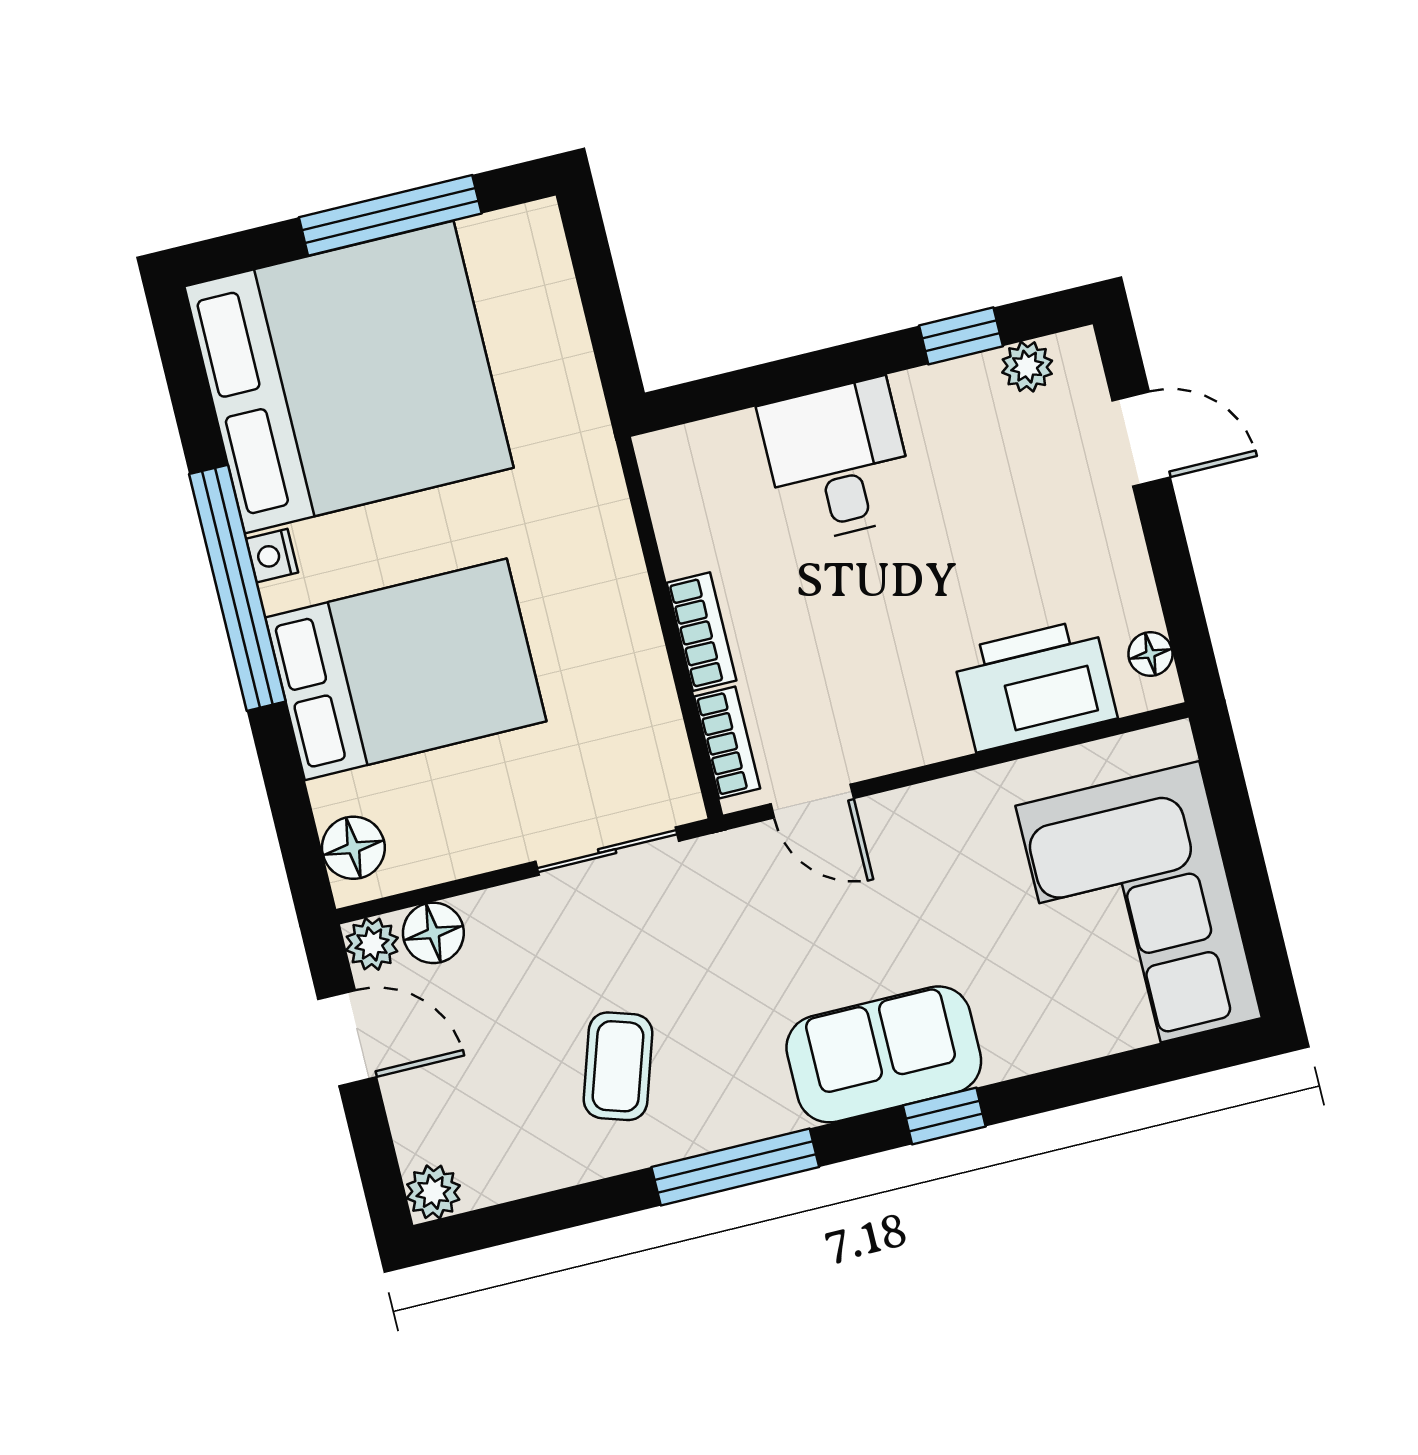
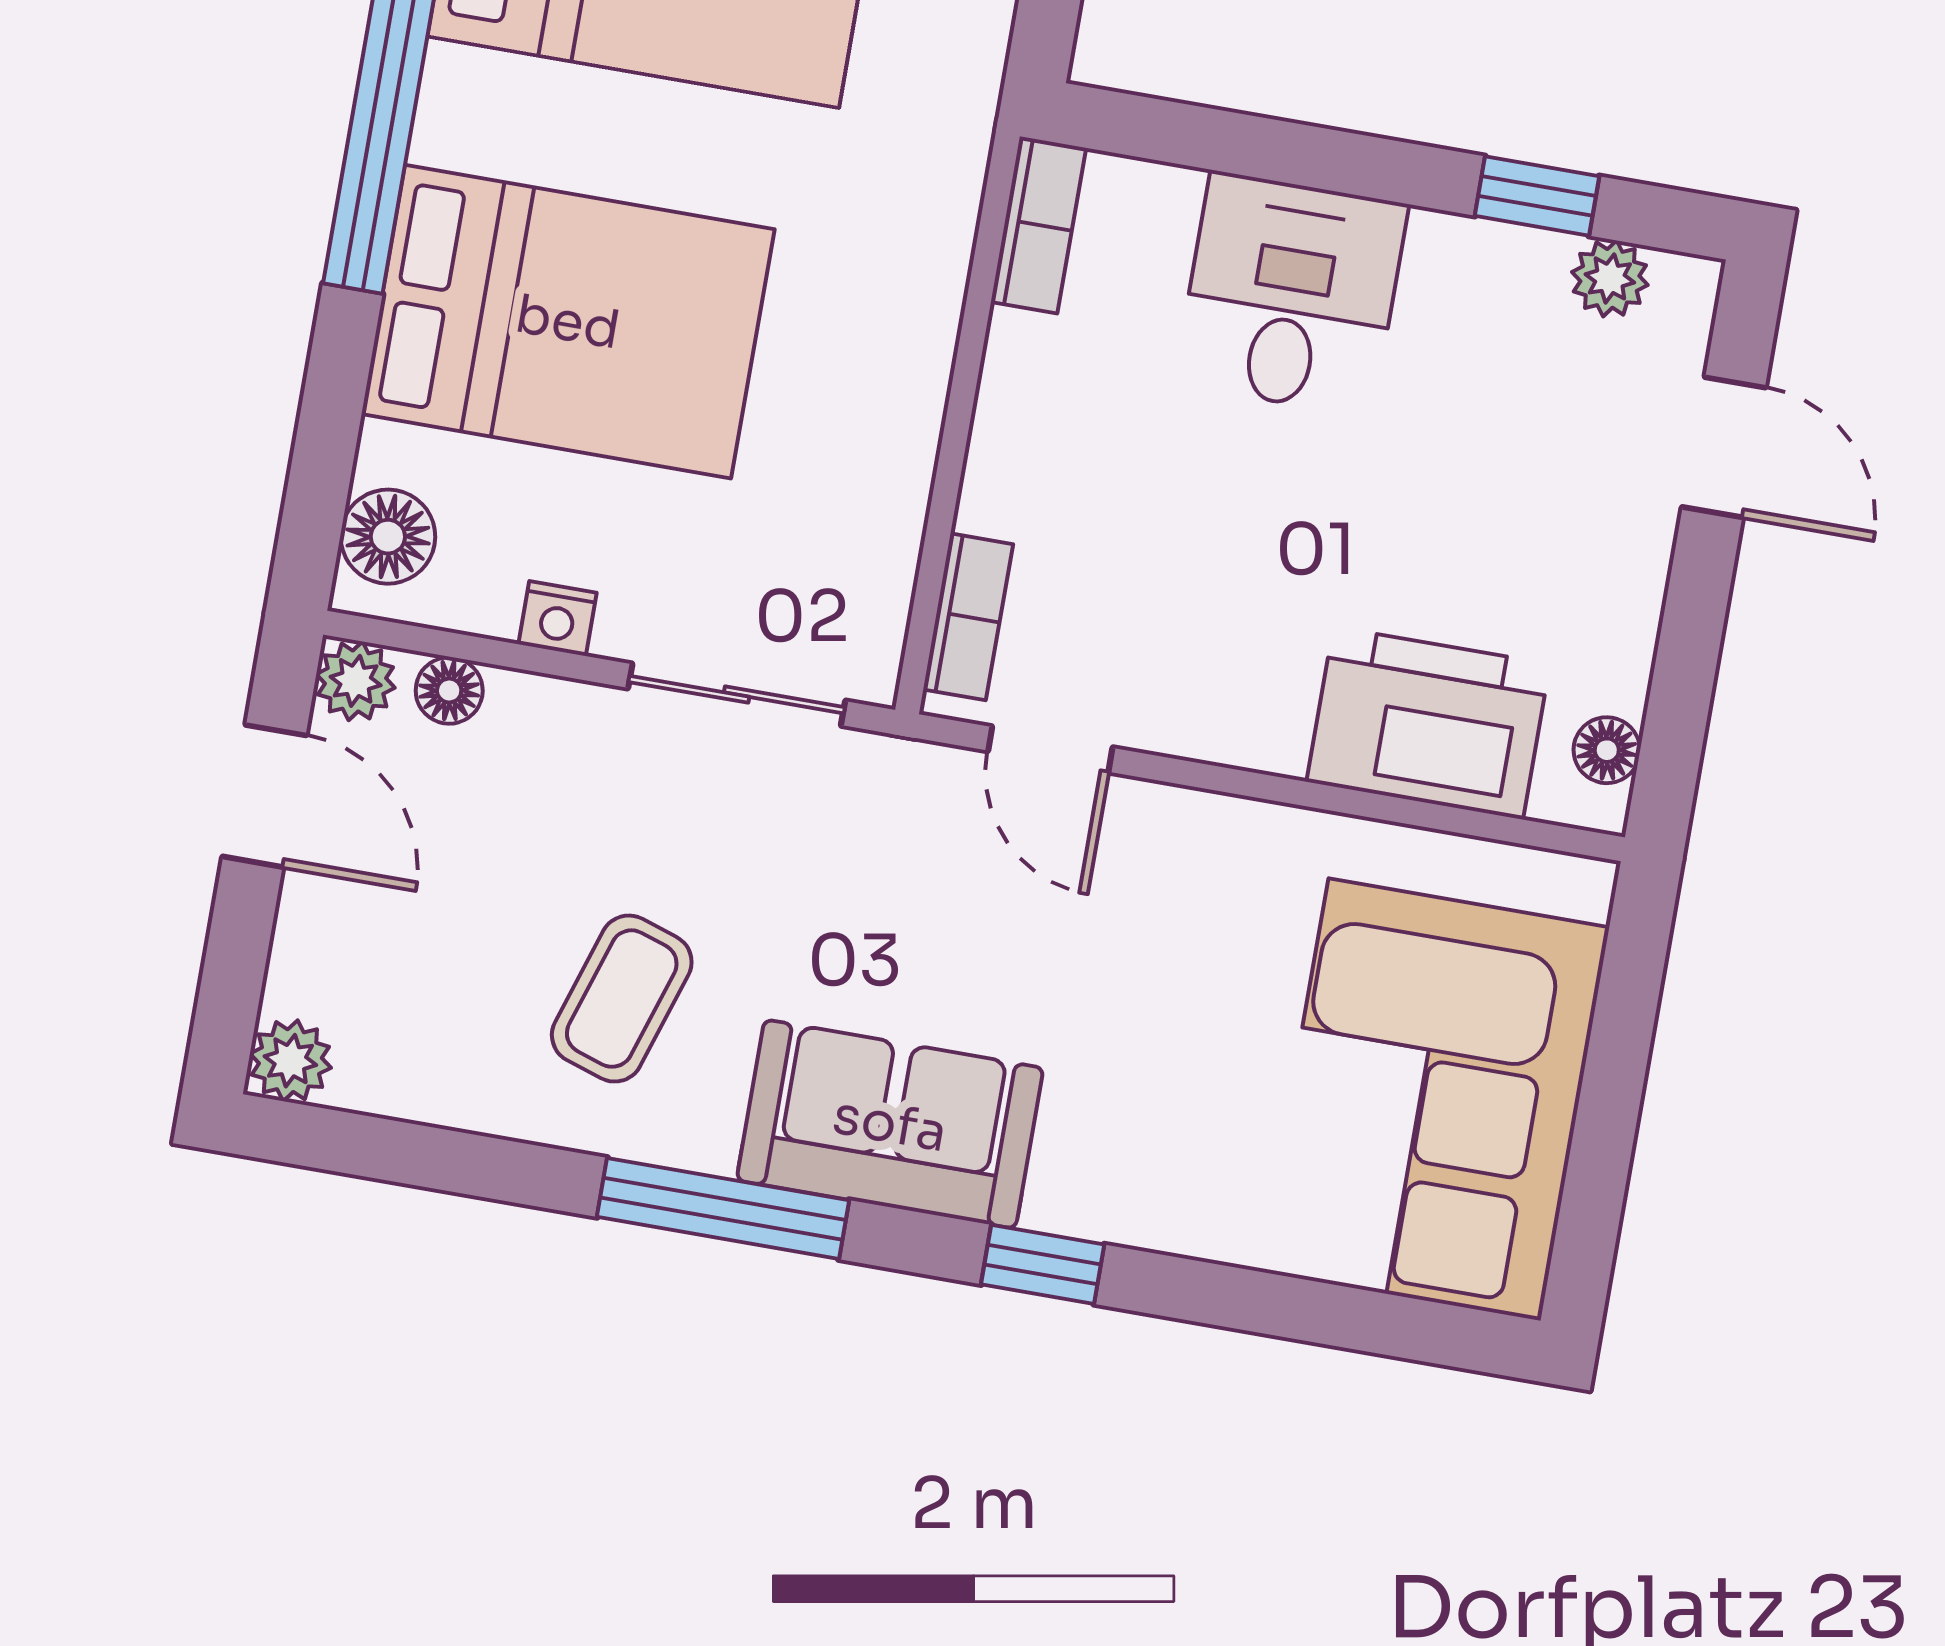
nightstand: (272, 556) -> (558, 618), moved, turned -90
bookcase: (701, 632) -> (1038, 225), moved
floor lamp: (433, 933) -> (449, 690), width x0.73, depth x0.73
sofa: (884, 1054) -> (890, 1124), moved

